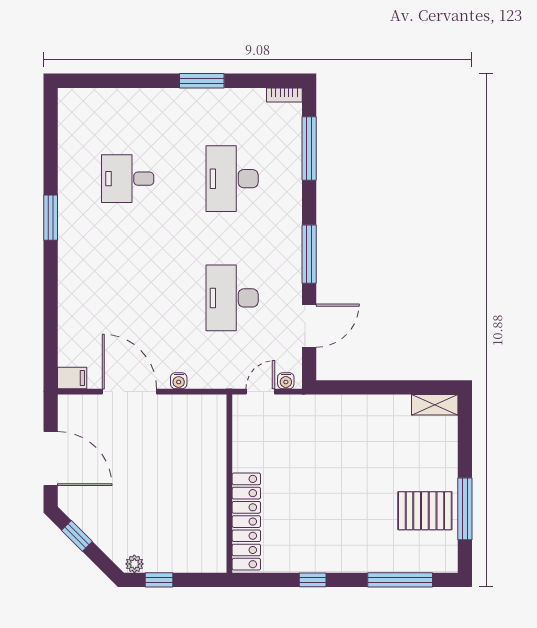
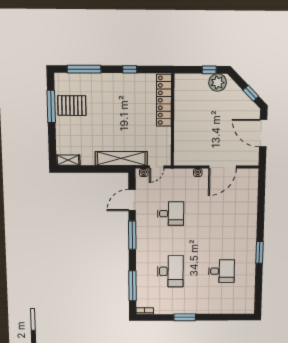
desk: (232, 298) -> (171, 214), width x0.73
filing cabinet: (72, 378) -> (251, 174), removed
door: (129, 392) -> (223, 167), hinge flipped
shelving: (330, 408) -> (121, 158), added
plant: (134, 564) -> (218, 82), width x1.87, depth x1.87

